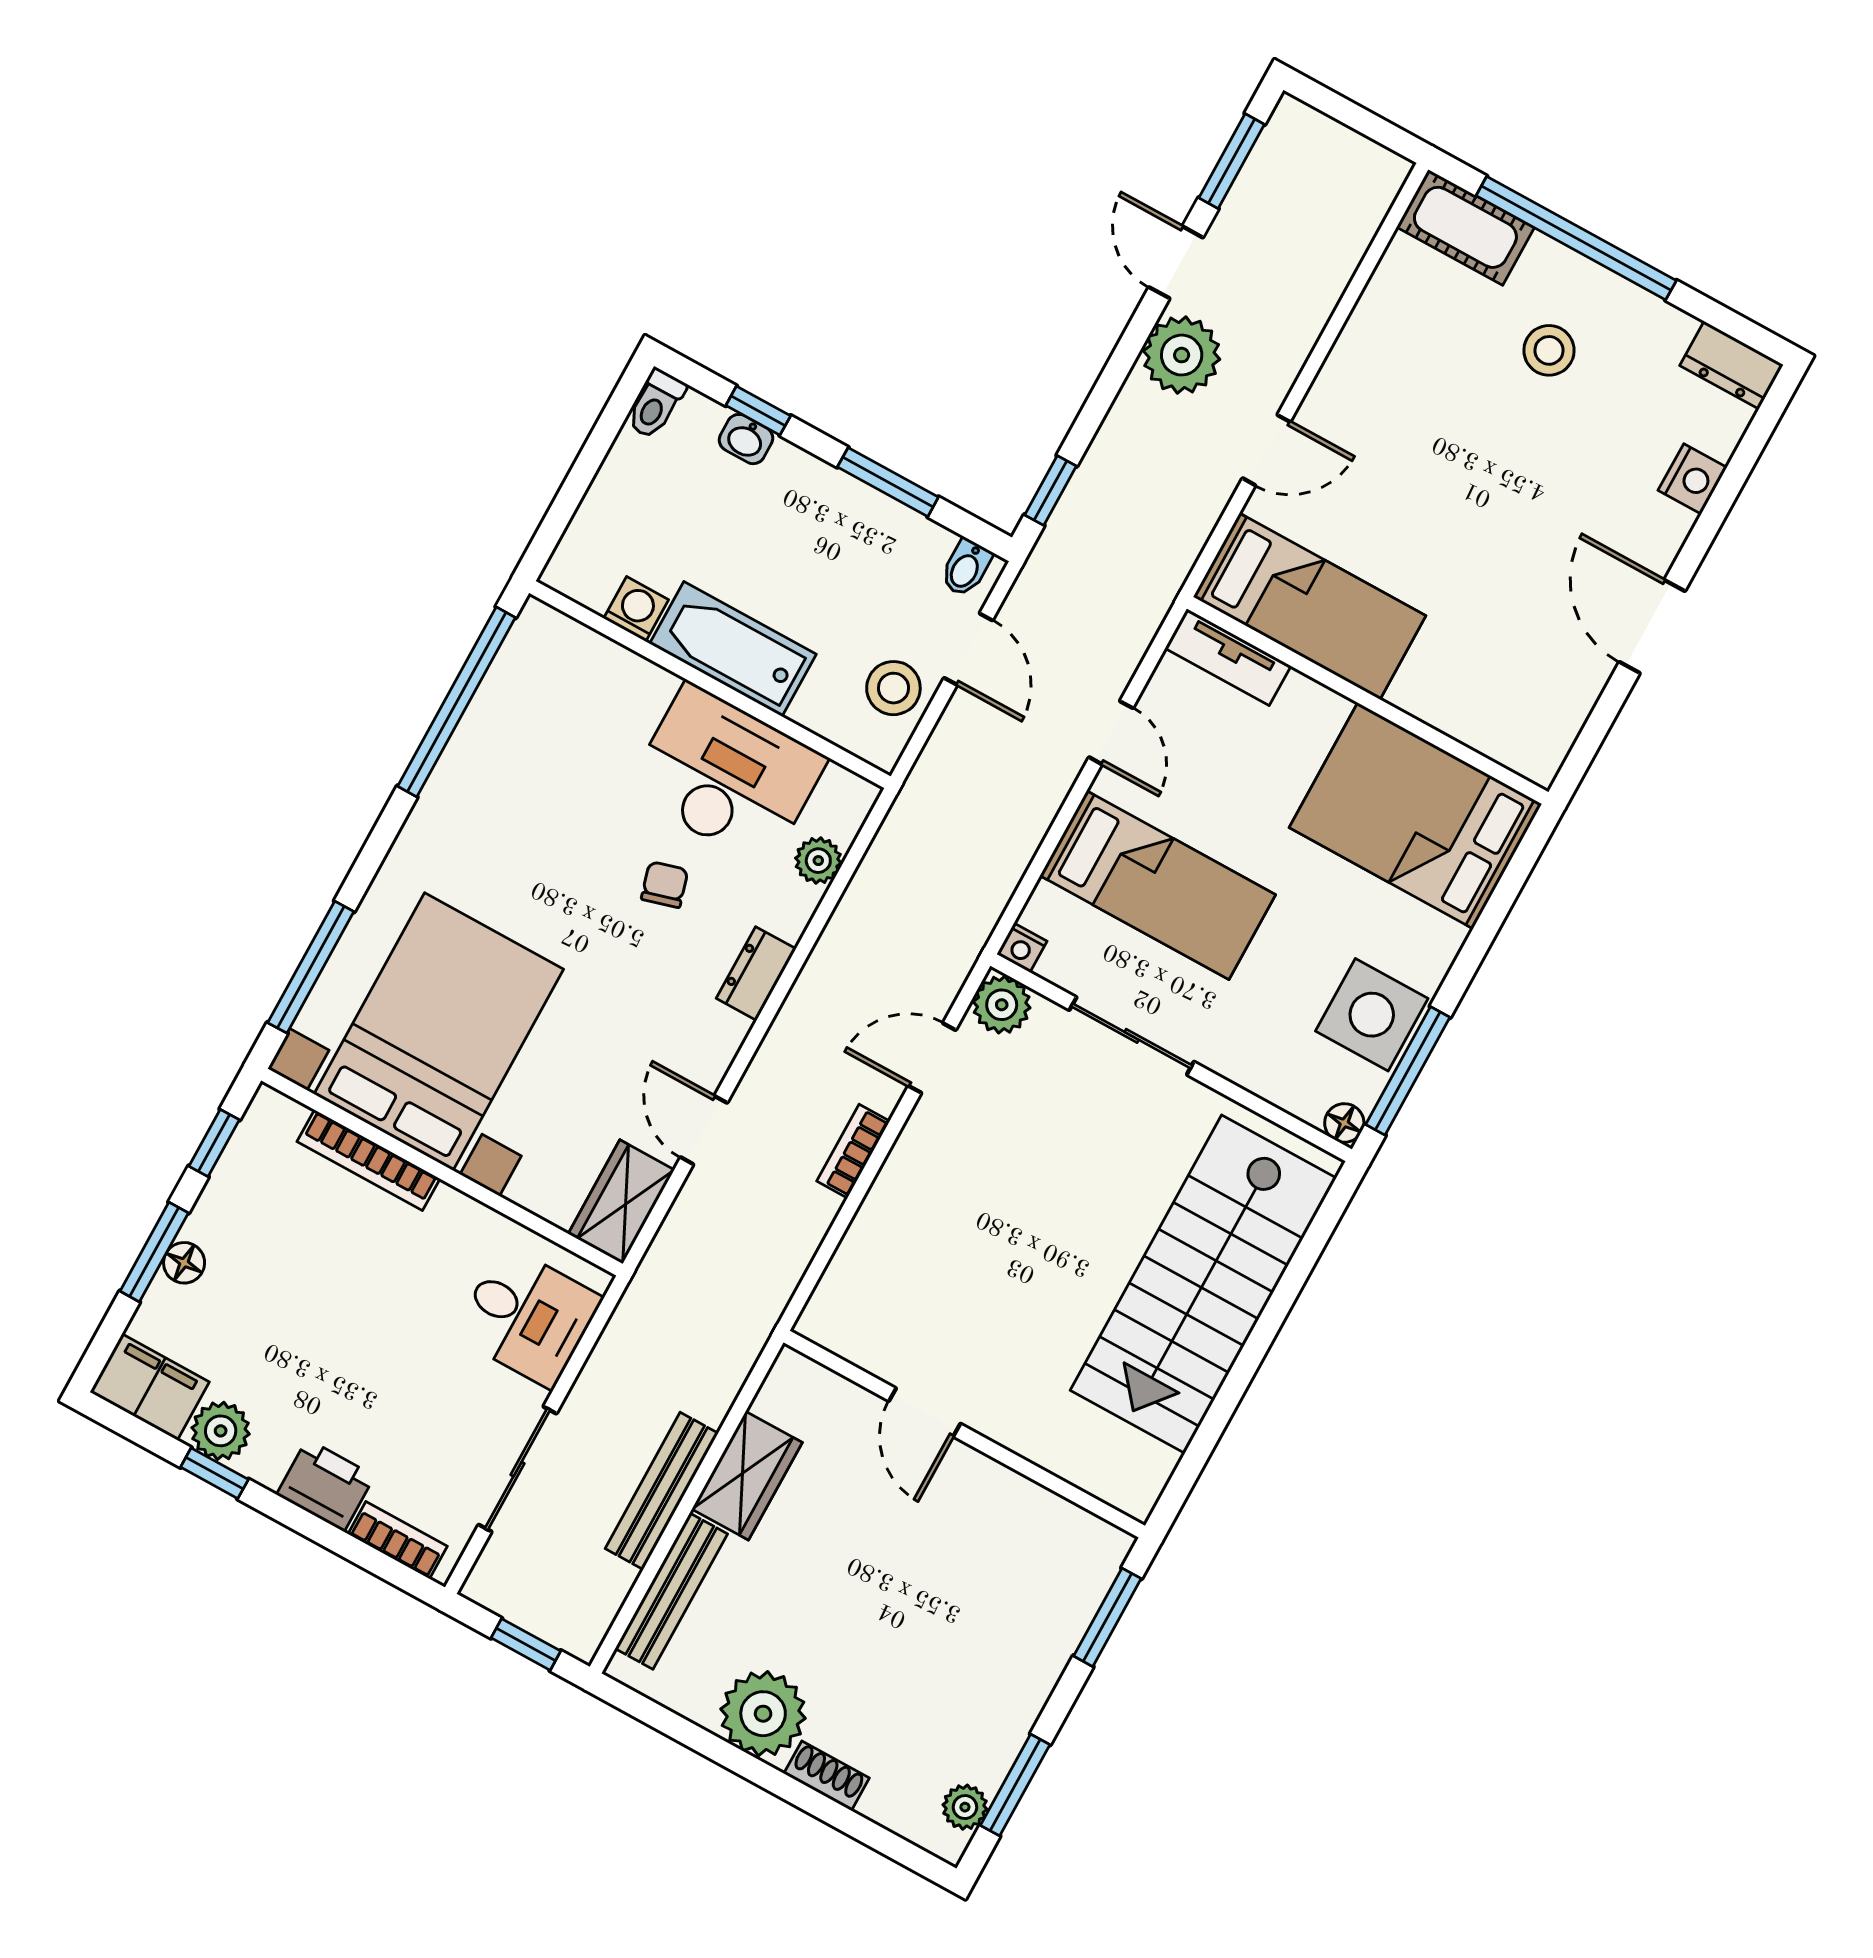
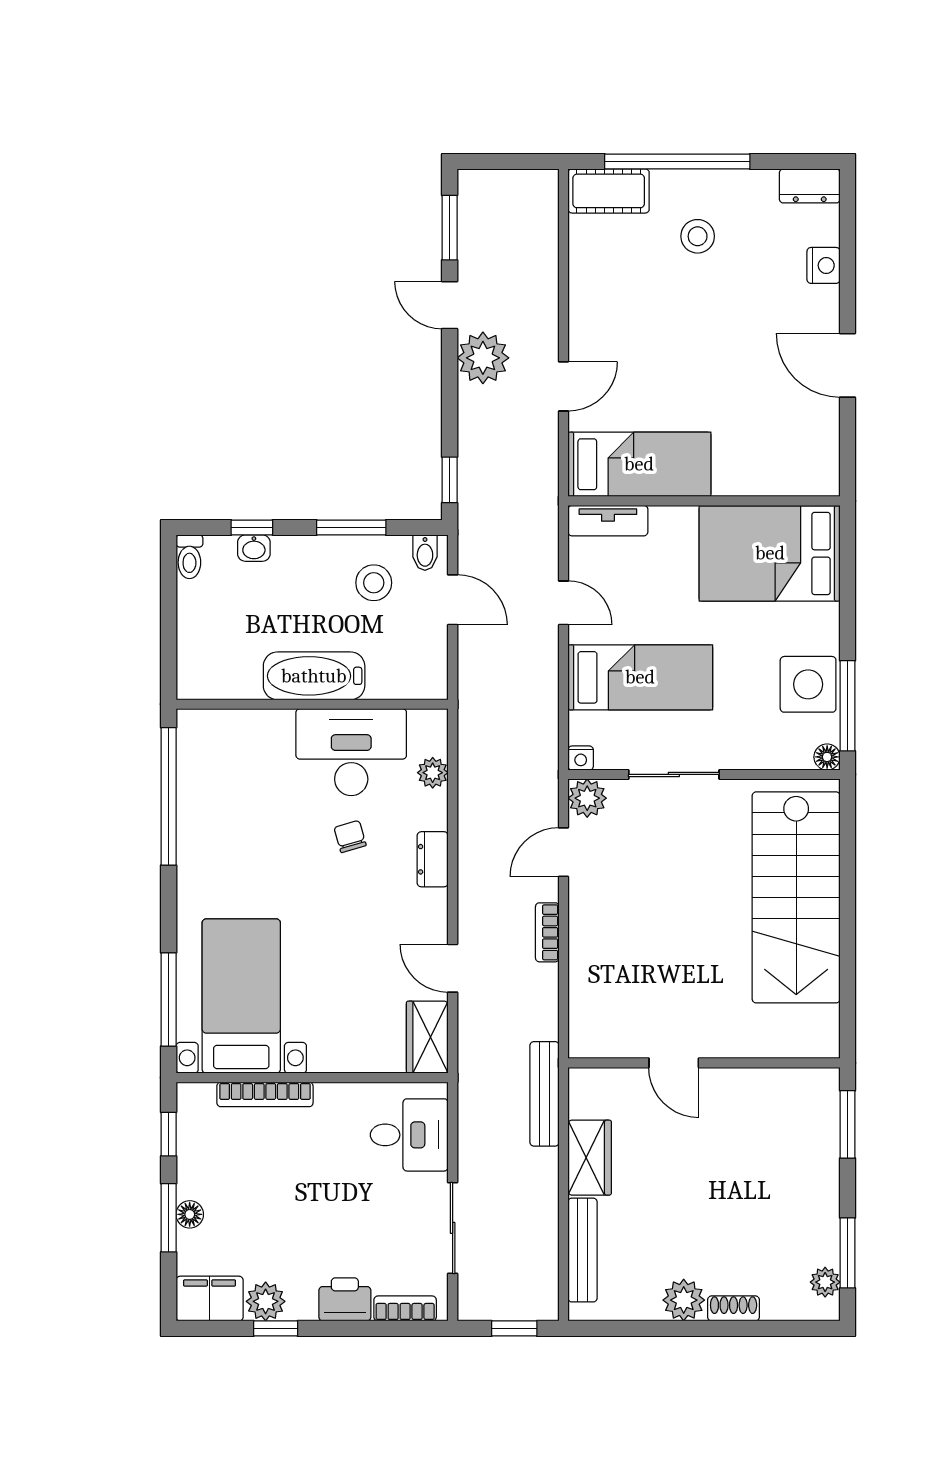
washing machine: (636, 609) -> (244, 684), removed
stool: (893, 688) -> (374, 583), moved
bed with nightstands: (439, 1032) -> (241, 996), width x0.73
bench: (662, 1491) -> (544, 1094), moved
plant: (763, 1714) -> (684, 1300), width x0.73, depth x0.73

